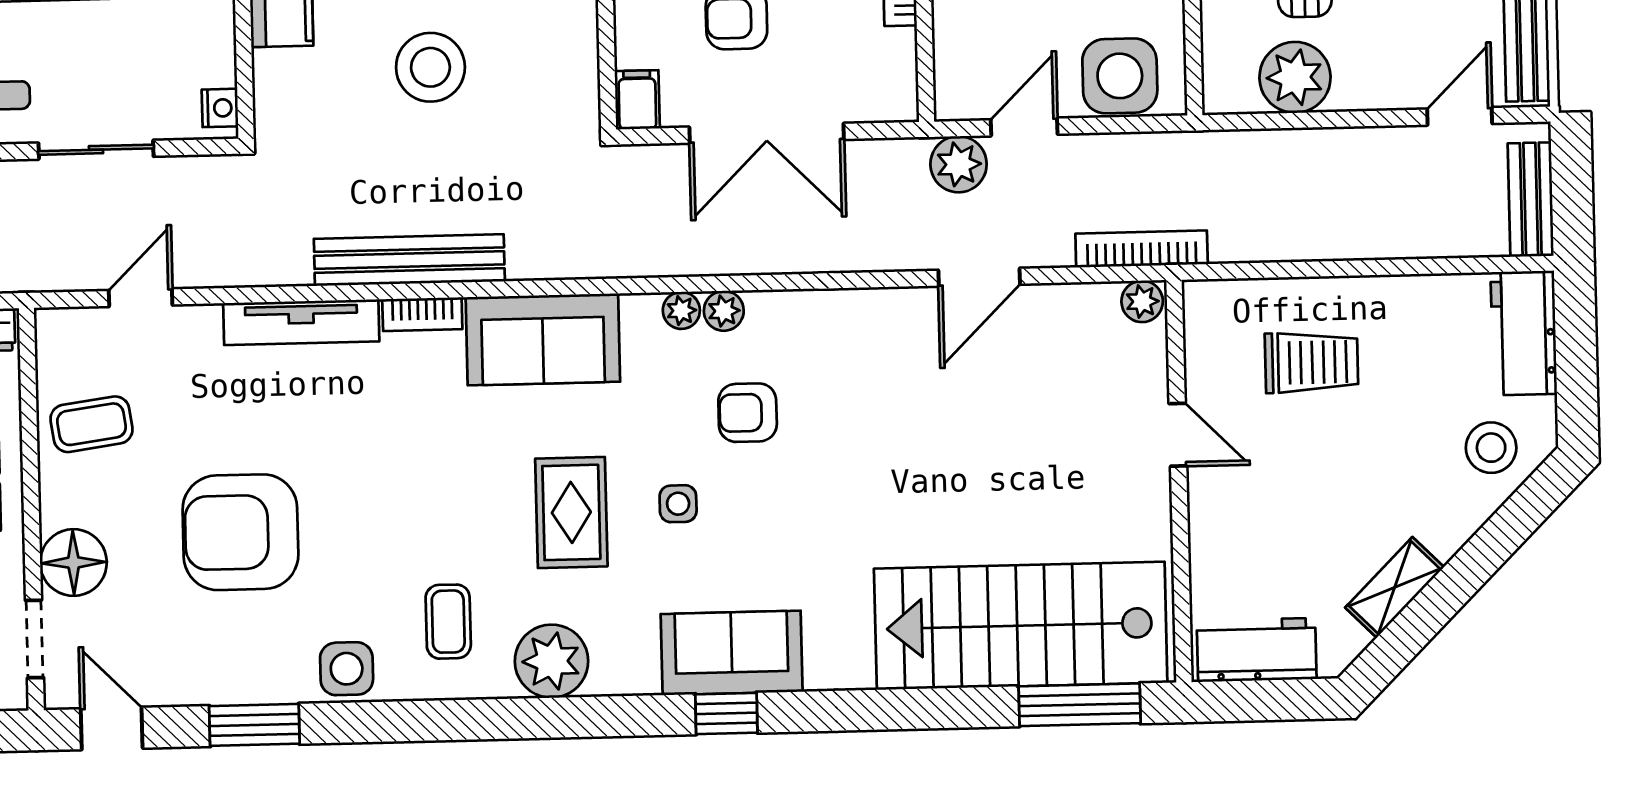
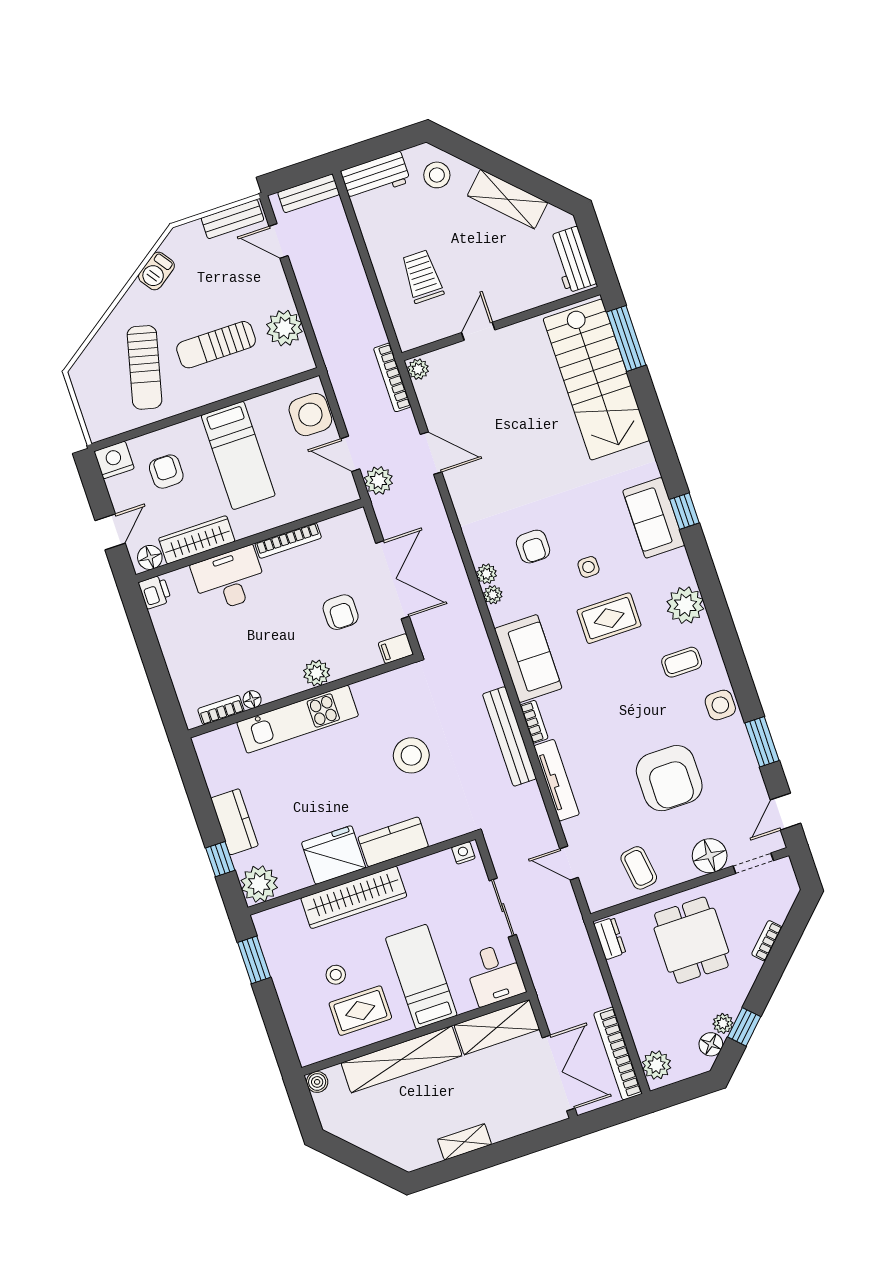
shelving: (1395, 587) -> (508, 199), width x1.50, depth x1.33

